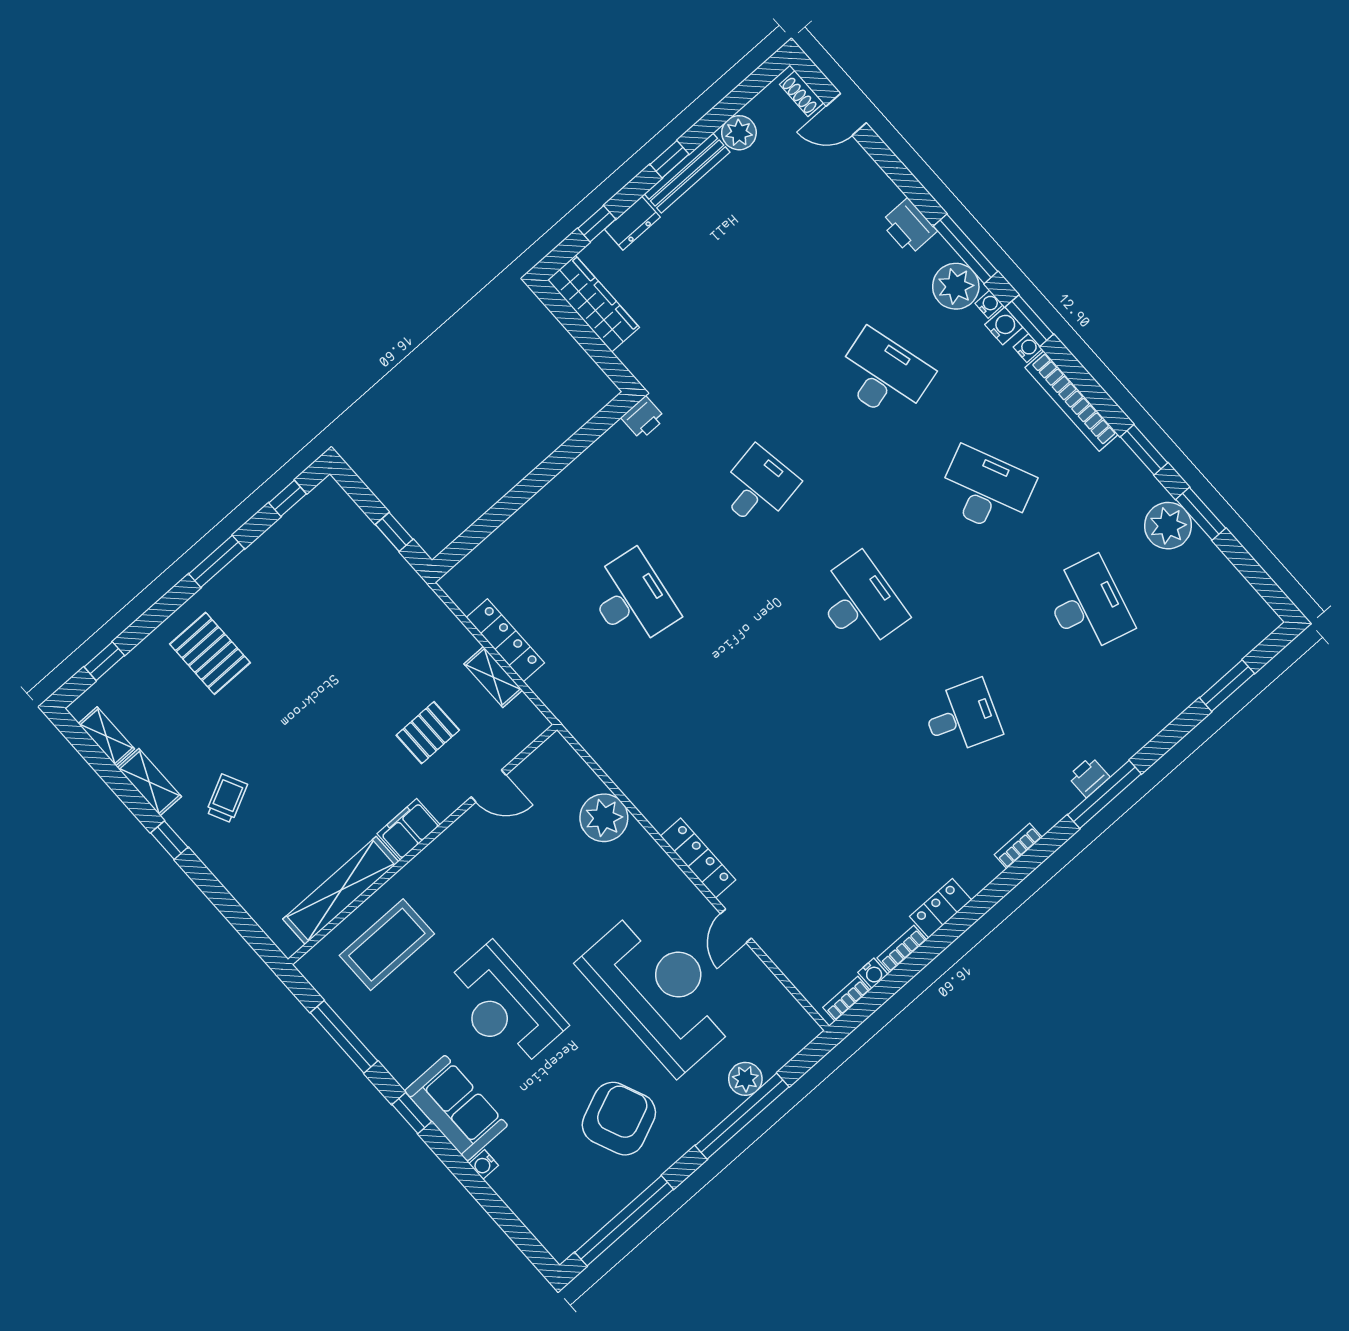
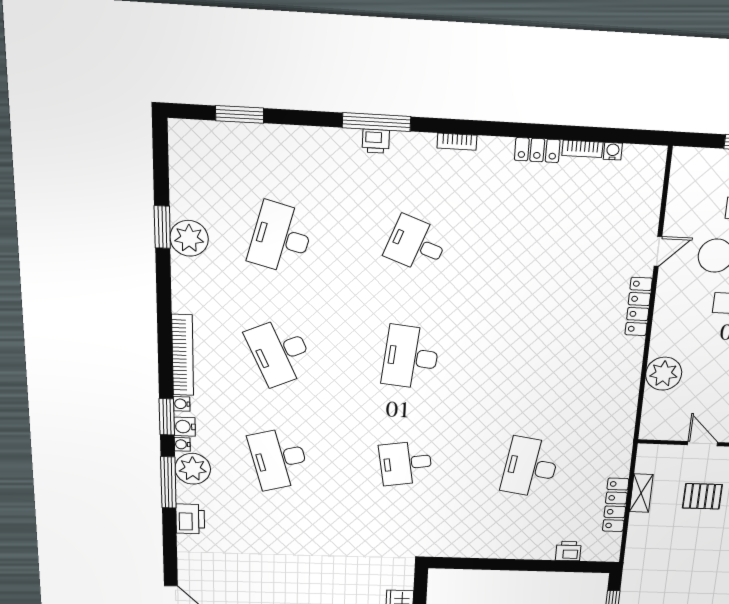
printer: (643, 418) -> (568, 551), moved
window: (1144, 450) -> (164, 292), removed
bookcase: (846, 999) -> (642, 152), removed

